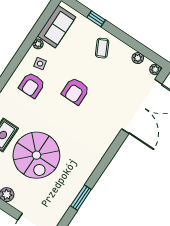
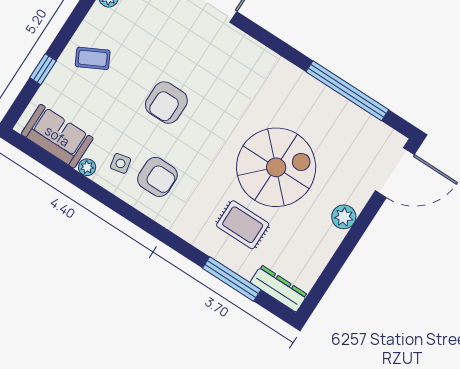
armchair: (75, 91) -> (166, 103), turned 90
window: (81, 198) -> (347, 91), width x2.11

